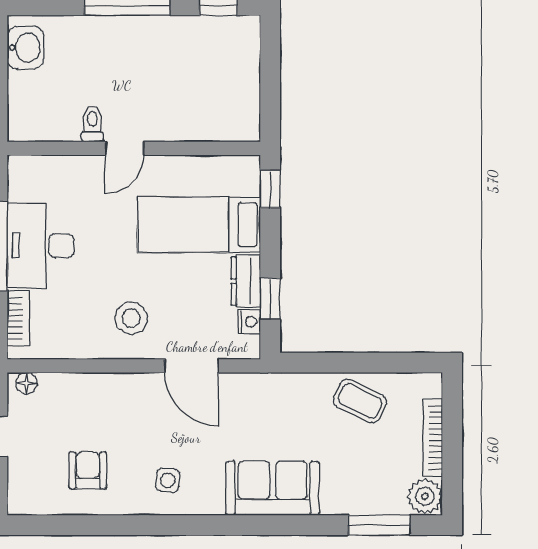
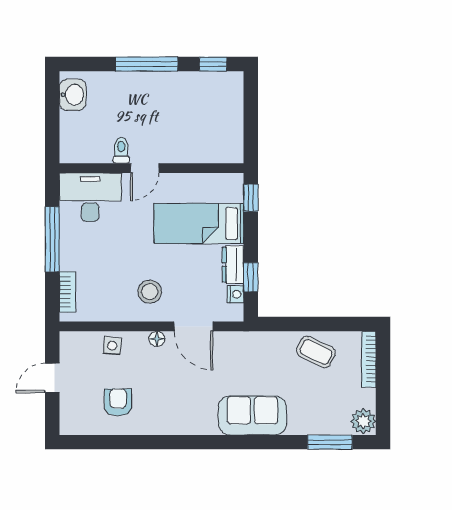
desk: (41, 246) -> (90, 197), moved, turned 90
floor lamp: (26, 383) -> (157, 339), moved
bookcase: (432, 438) -> (369, 359), moved
side table: (168, 480) -> (112, 346), moved

